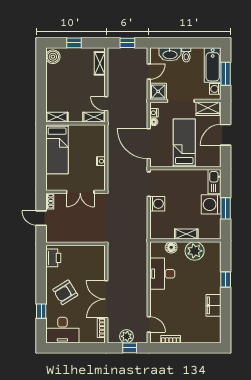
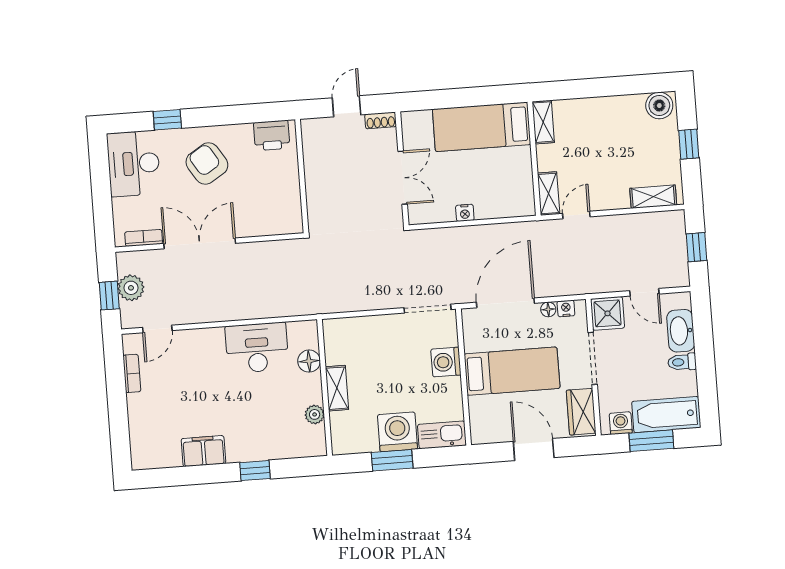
double door: (80, 192) -> (403, 178), swing flipped
washing machine: (157, 204) -> (446, 362), moved, turned 90
plant: (195, 251) -> (315, 414), width x0.53, depth x0.53

